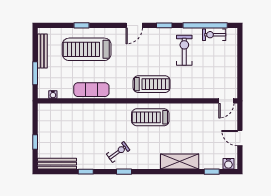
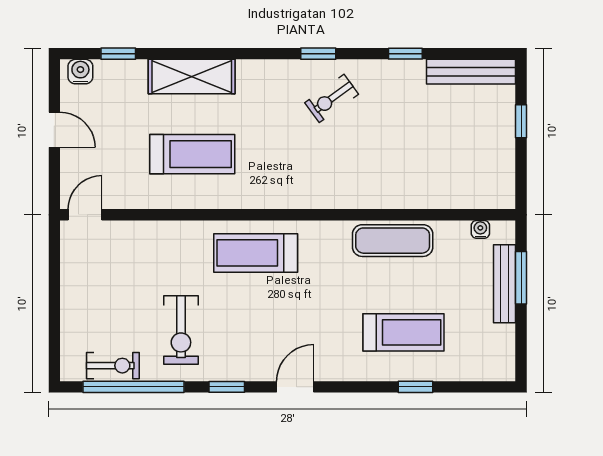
treadmill: (87, 49) -> (404, 332), width x0.73, depth x0.73
bench: (42, 51) -> (505, 284), moved
treadmill: (150, 117) -> (192, 154), moved

